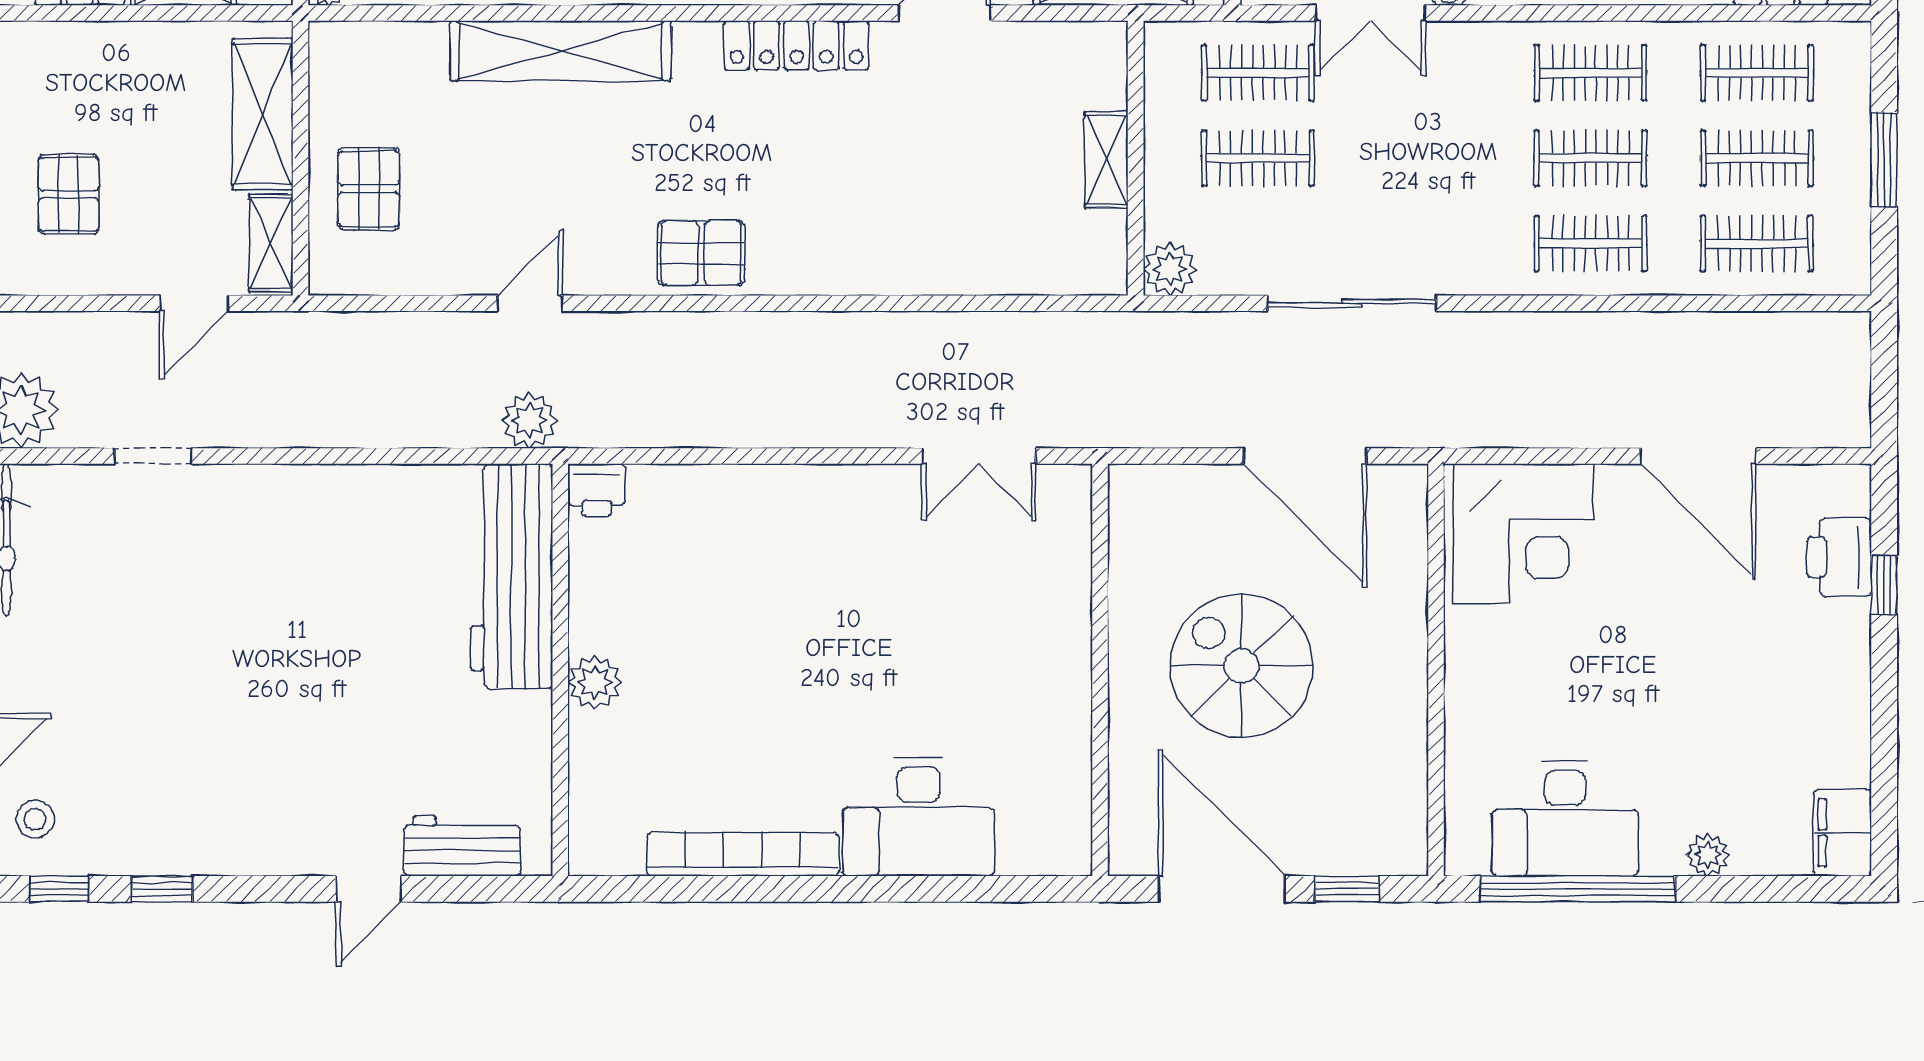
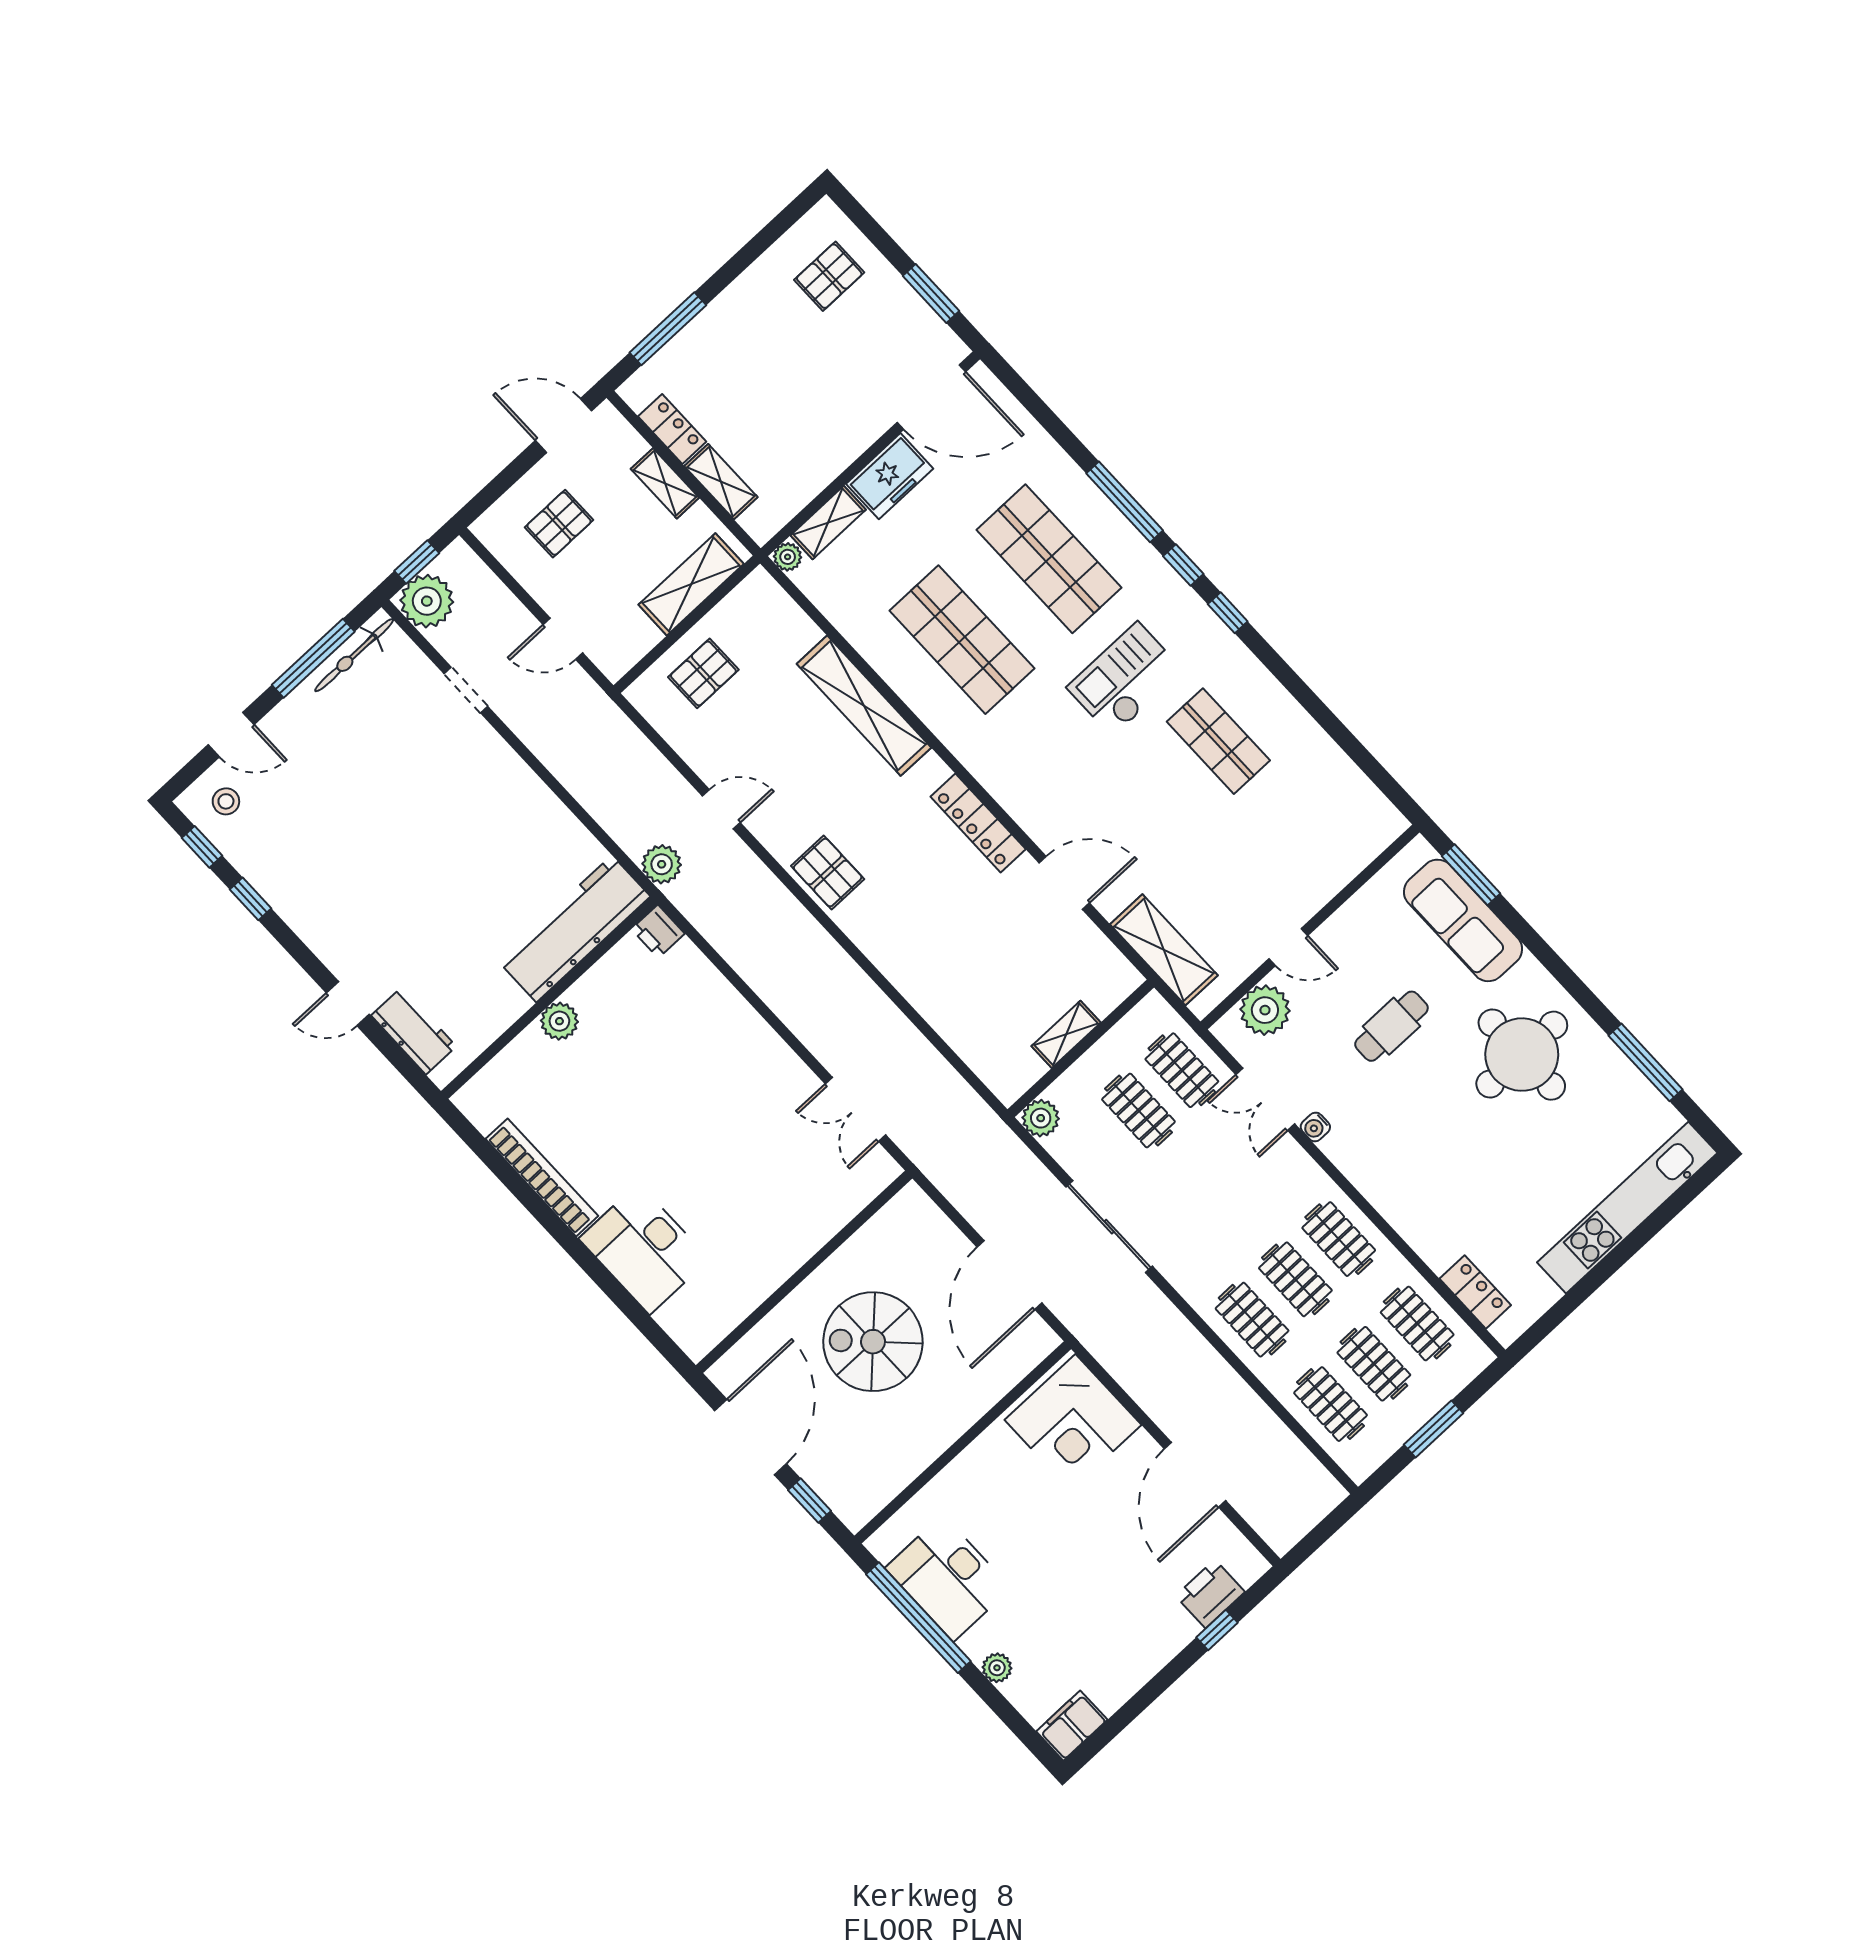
shelving: (271, 243) -> (665, 483), moved, turned 90
spiral stairs: (1241, 666) -> (873, 1342), turned -90

